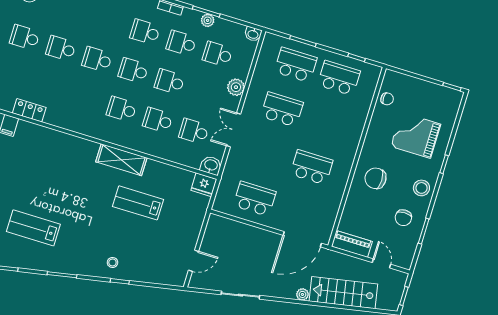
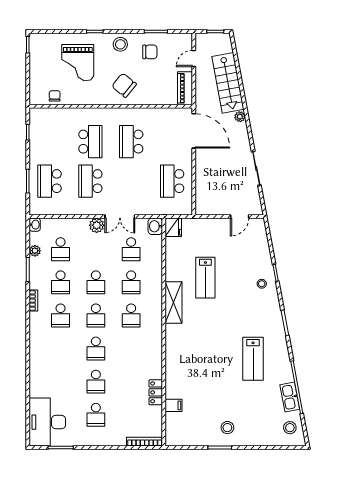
plant: (208, 20) -> (35, 251), moved
school desk: (339, 78) -> (90, 142), moved, turned 180
plant: (236, 87) -> (97, 225), moved
chair: (376, 178) -> (124, 85), turned 129
door: (194, 261) -> (240, 216), swing flipped

